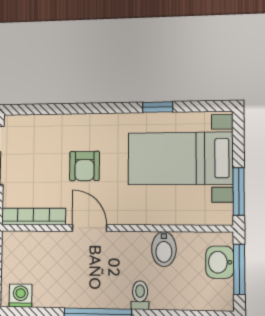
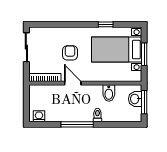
armchair: (85, 166) -> (70, 53), turned 180
window: (239, 192) -> (144, 54), moved

